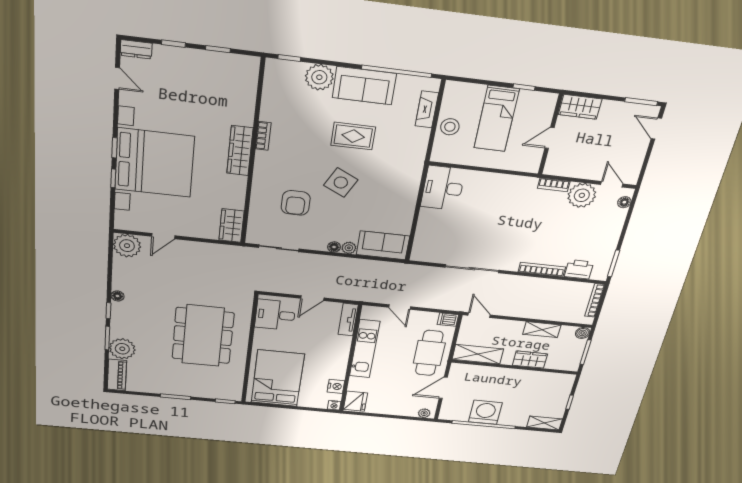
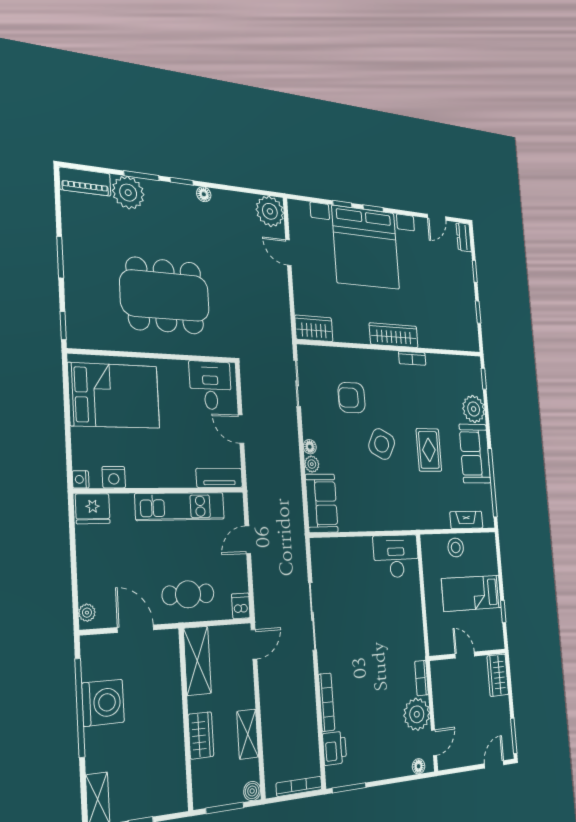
cafe table: (429, 353) -> (188, 594), width x0.73, depth x0.74

